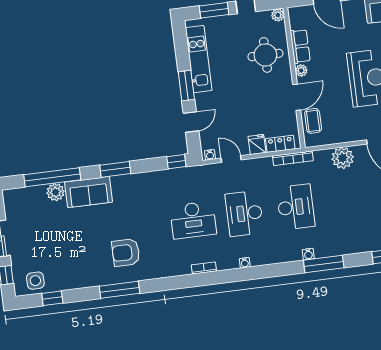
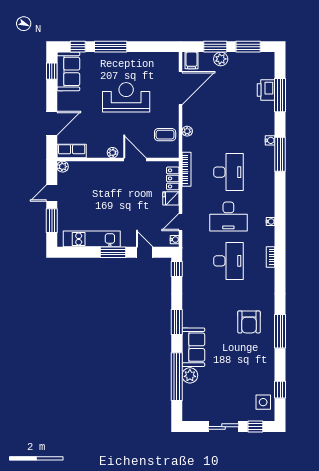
row of seats: (300, 46) -> (72, 151), moved
round table: (265, 55) -> (95, 181), removed
coffee table: (313, 121) -> (165, 135), moved
plant: (343, 158) -> (187, 131), width x0.53, depth x0.53
desk: (296, 207) -> (228, 172), turned 90
water cooler: (308, 254) -> (270, 140), moved

